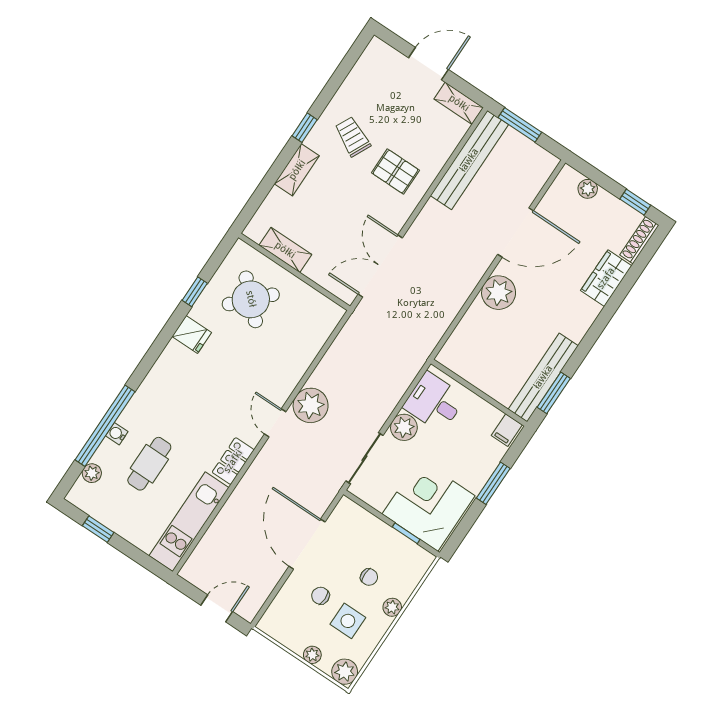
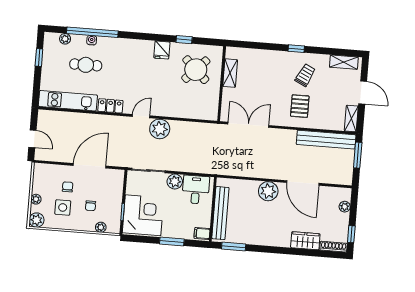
shelving: (297, 170) -> (344, 62), moved
bench: (543, 377) -> (220, 213), moved, turned 90
plant: (392, 607) -> (101, 227), moved

